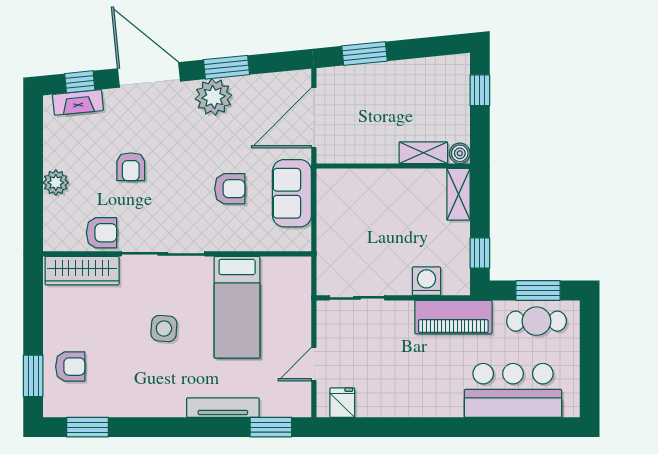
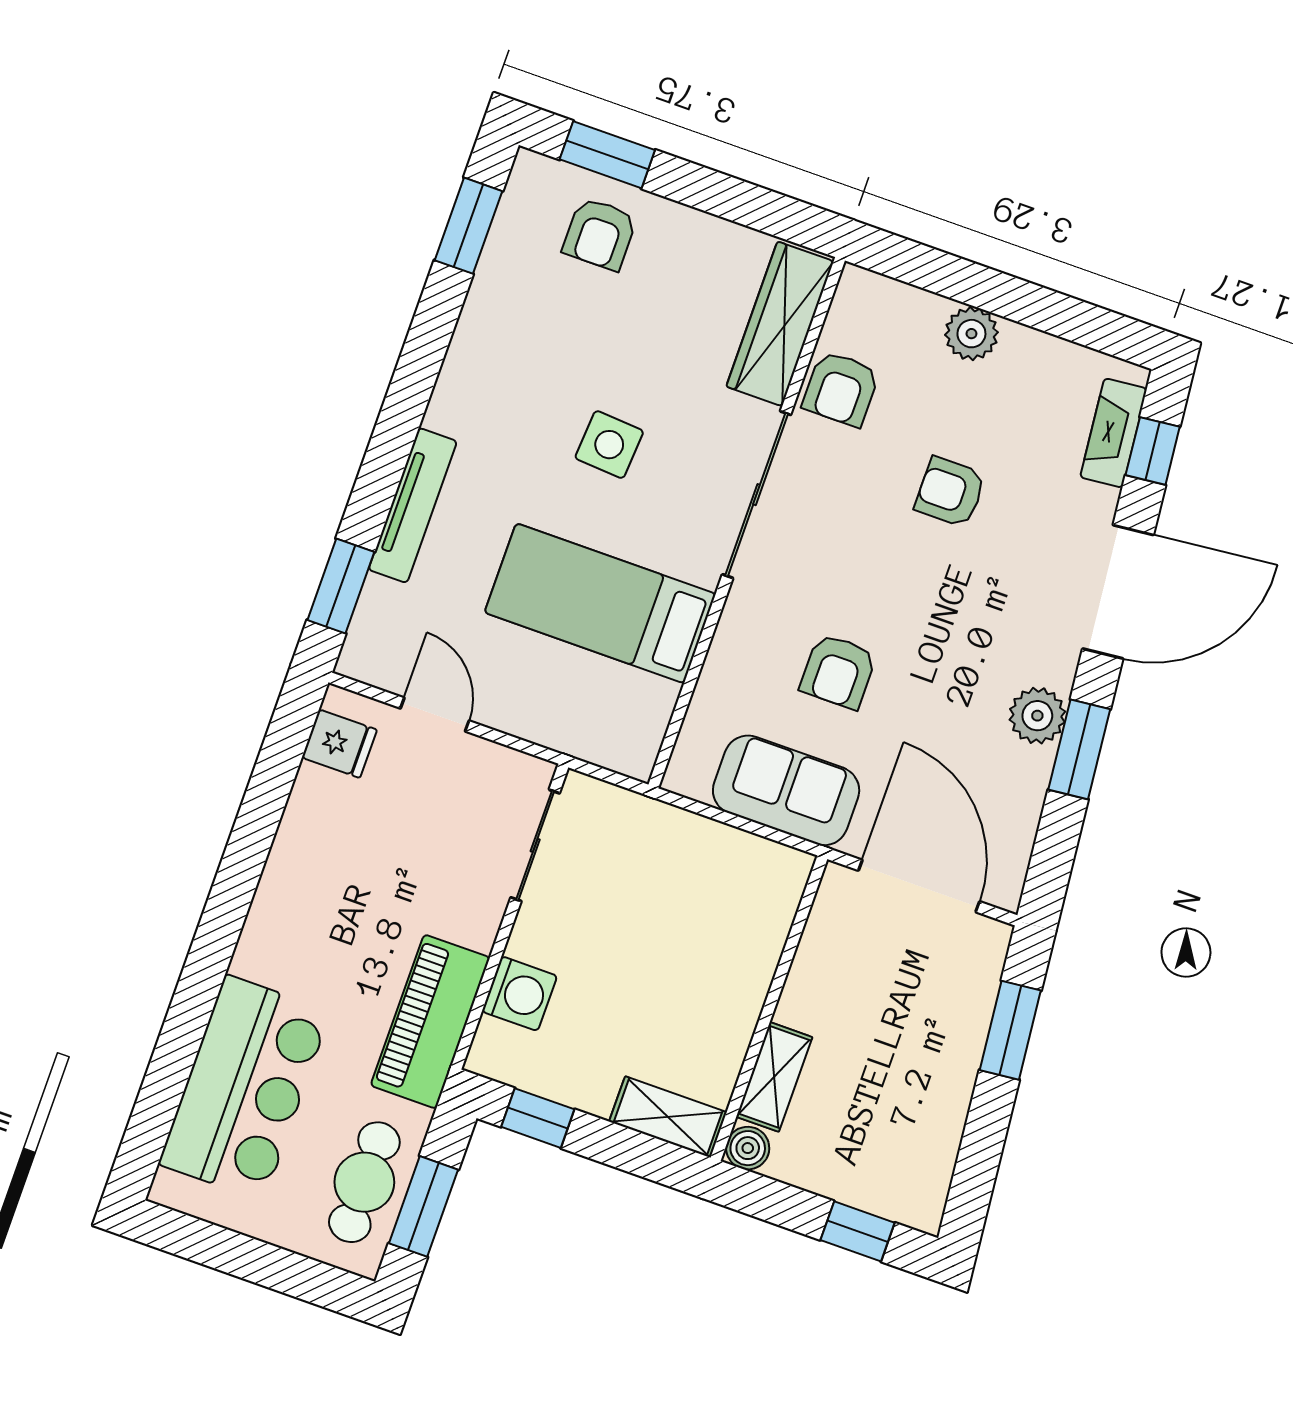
plant: (213, 97) -> (1037, 716), width x0.73, depth x0.73

